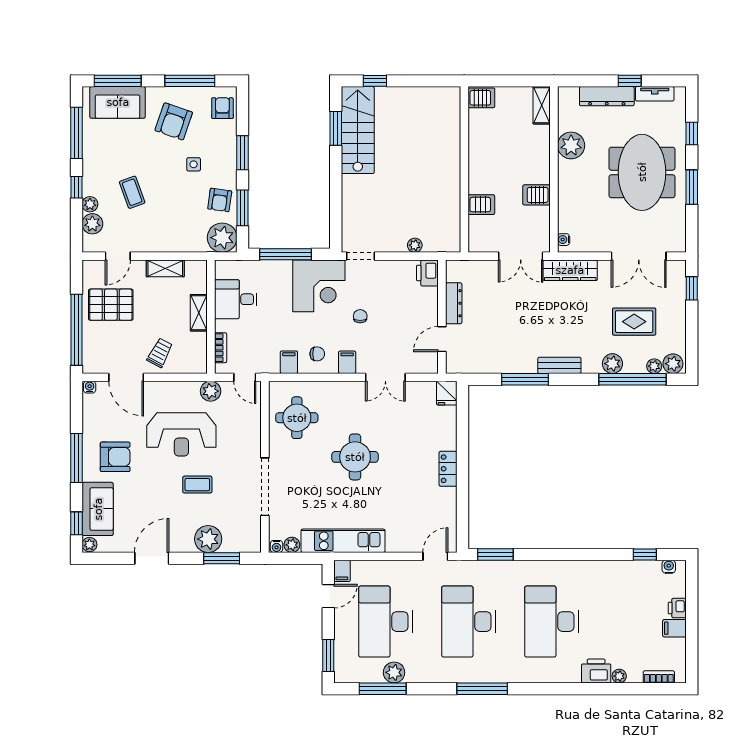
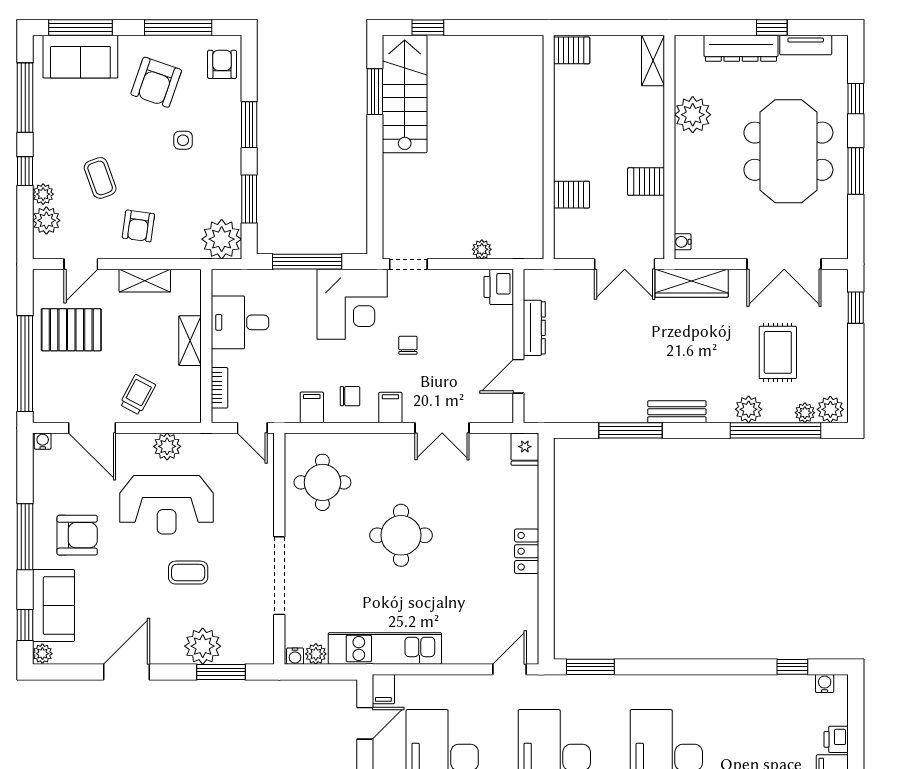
armchair: (220, 200) -> (138, 226), moved
rug: (634, 322) -> (778, 352), turned 90
plant: (211, 391) -> (167, 446), moved

